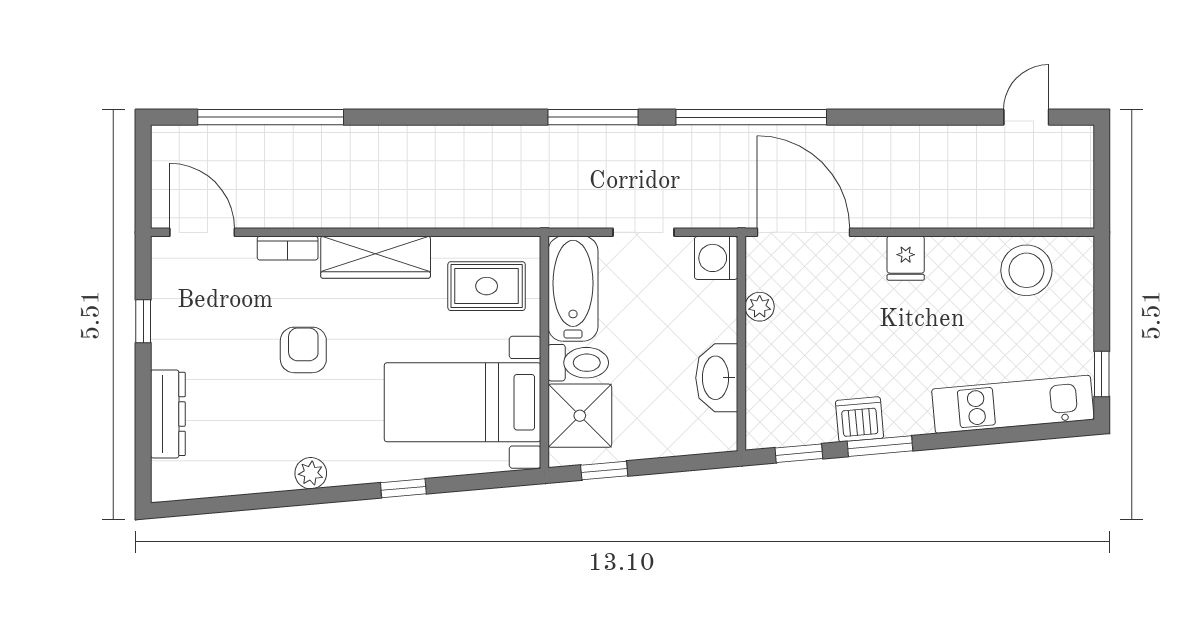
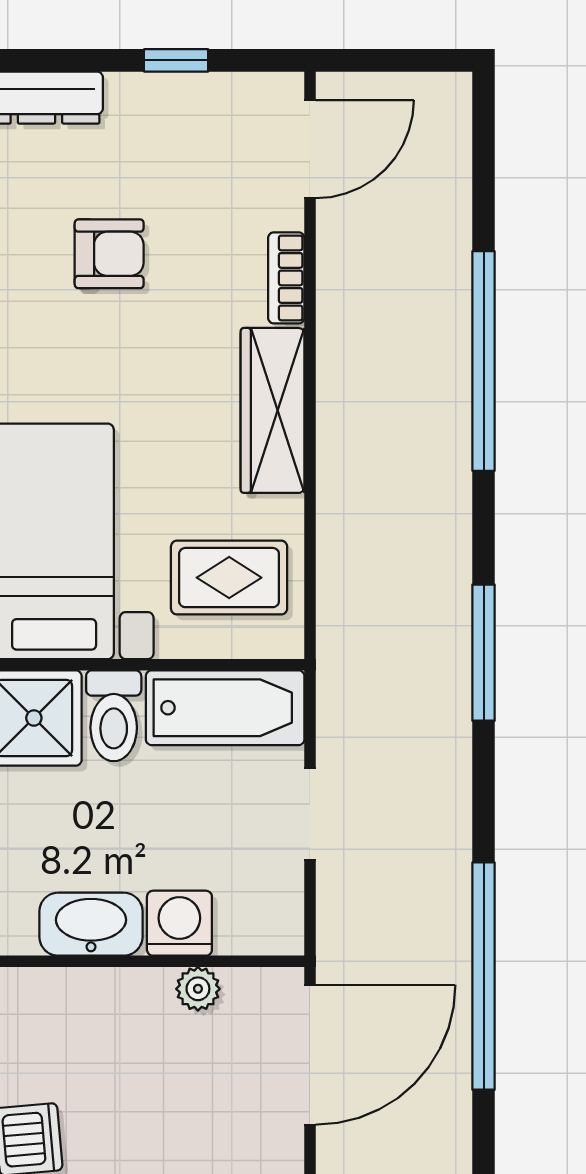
window: (271, 117) -> (484, 361), moved
window: (593, 117) -> (484, 653), moved
washing machine: (716, 258) -> (179, 923), moved
rug: (487, 286) -> (229, 578), turned 90
armchair: (303, 350) -> (109, 254), moved

